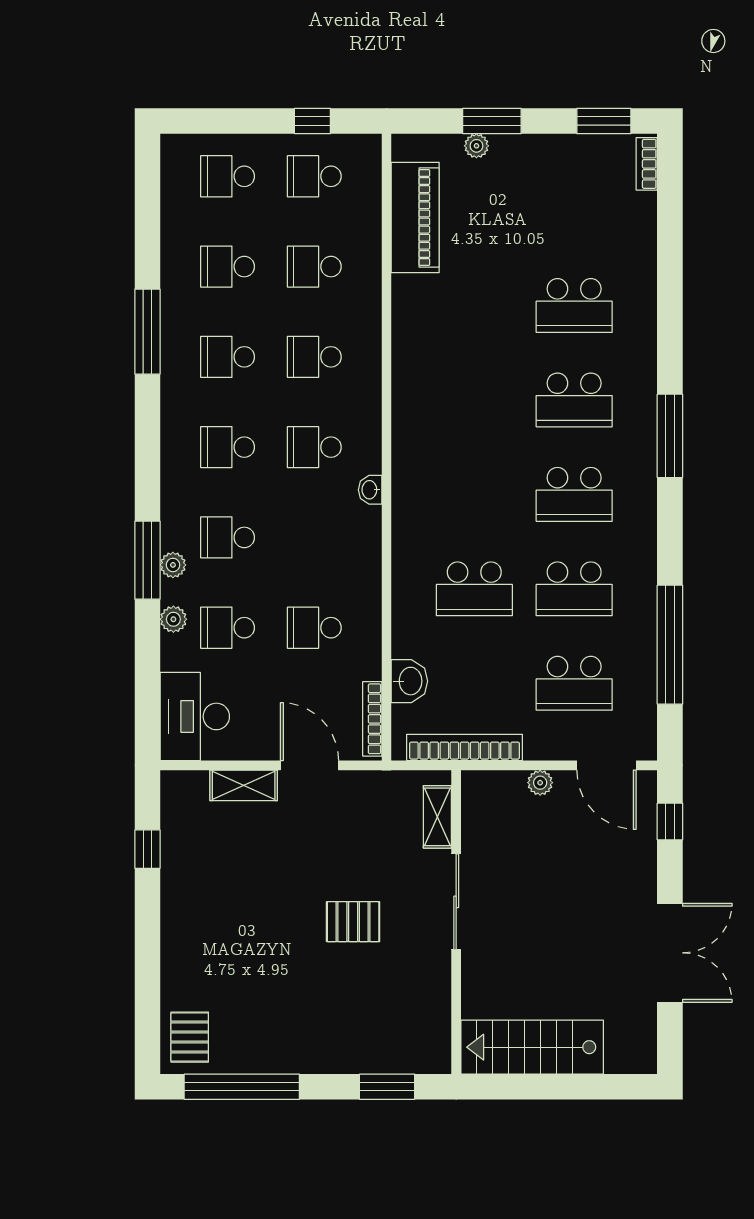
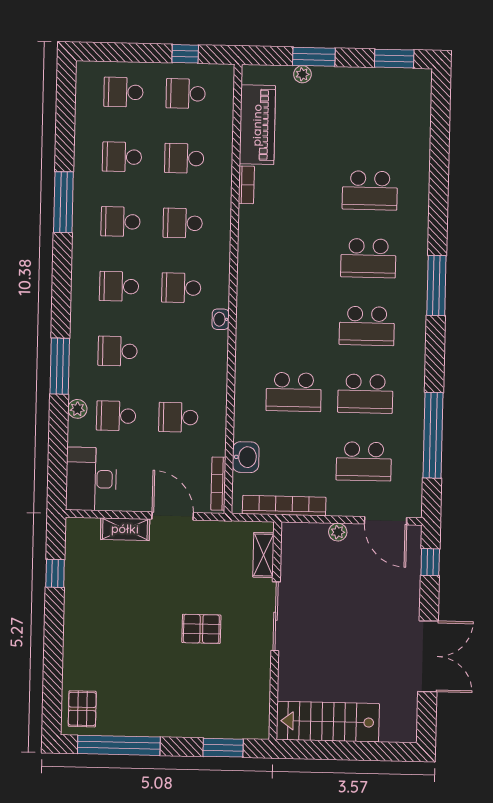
bookcase: (647, 164) -> (246, 185), moved, turned 180
plant: (173, 565) -> (78, 370), removed

